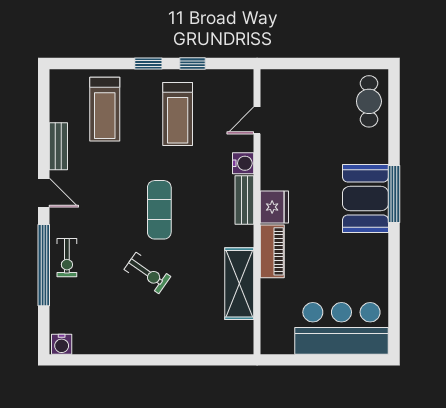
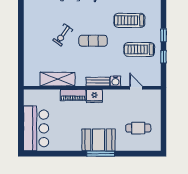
cafe table: (369, 101) -> (138, 128), moved
treadmill: (105, 109) -> (129, 20), moved

